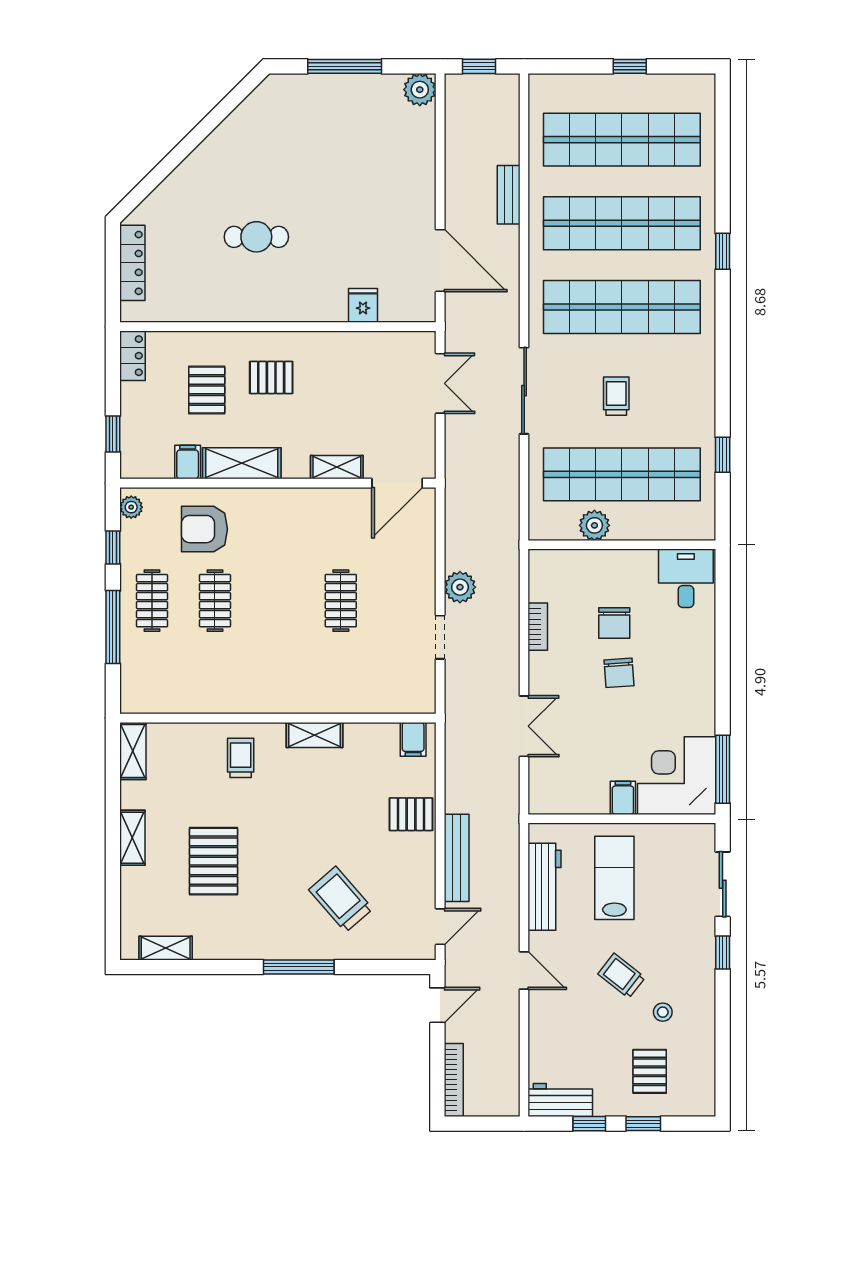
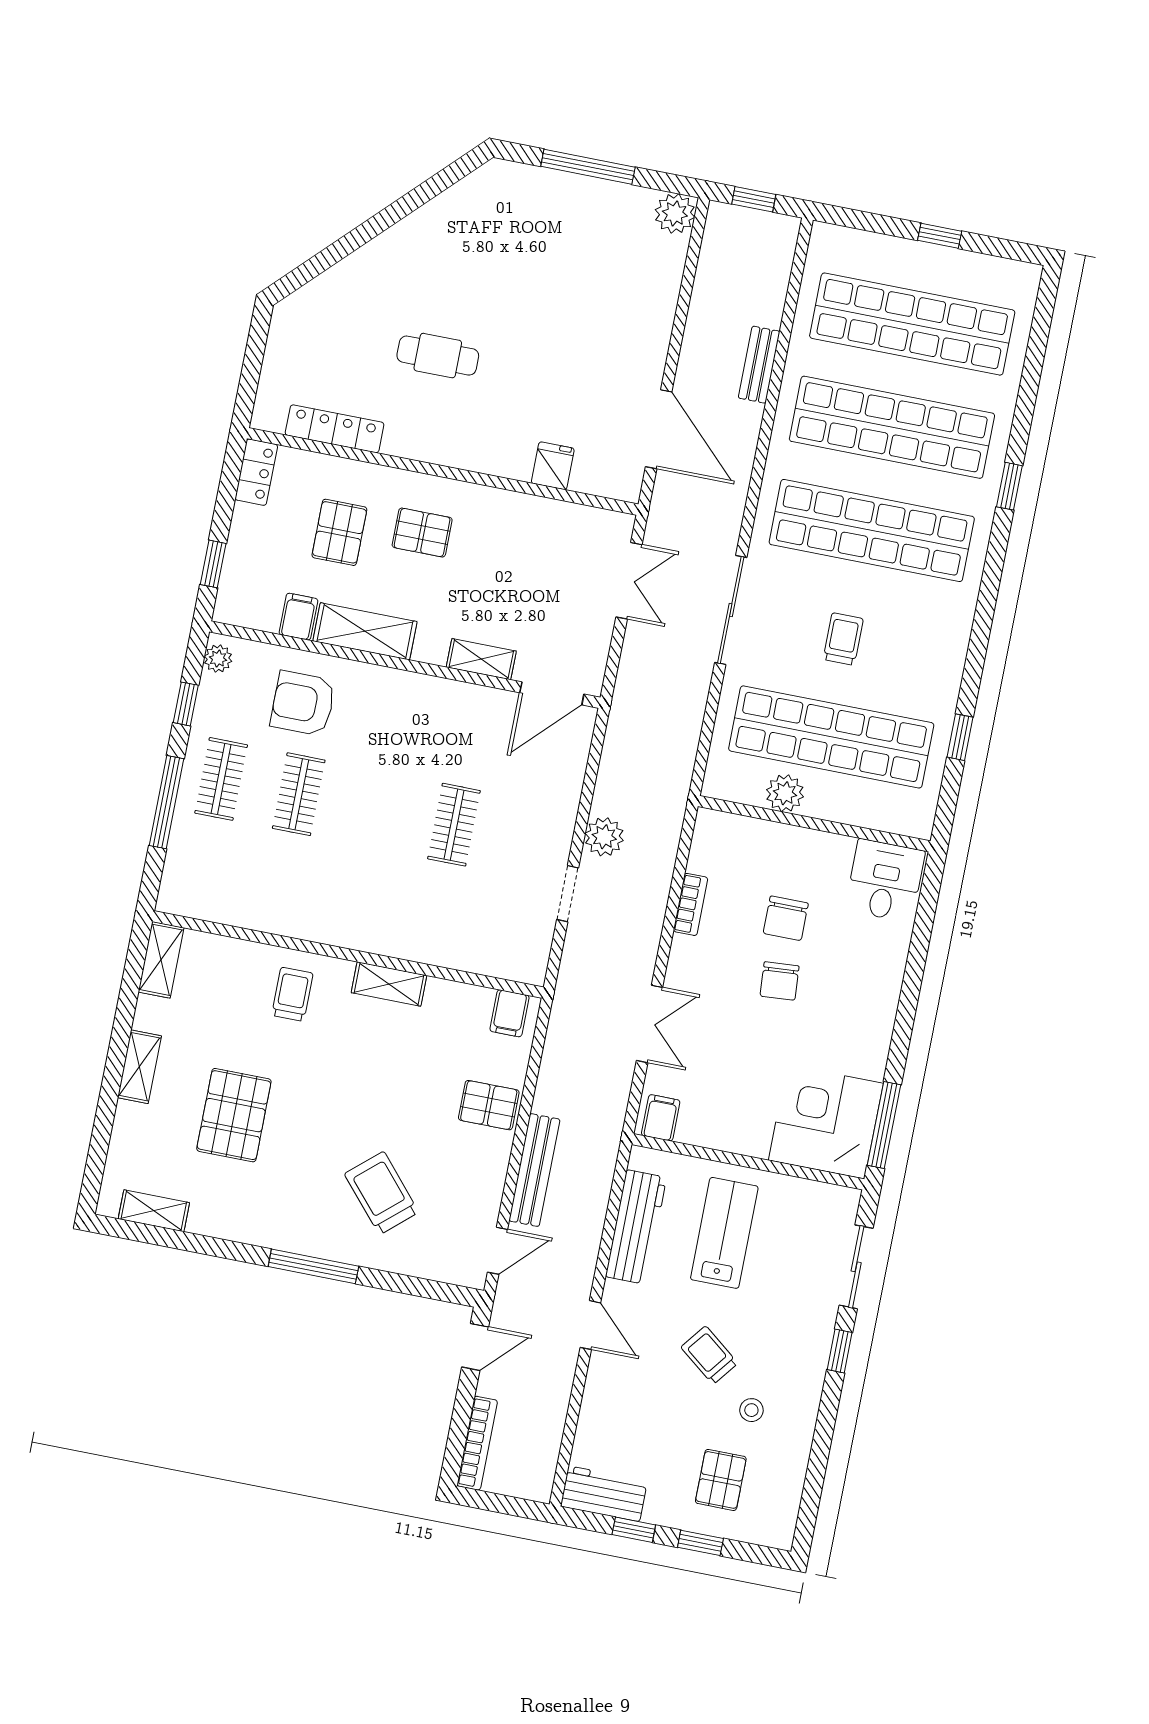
locker: (132, 263) -> (335, 429), moved, turned -90
filing cabinet: (623, 798) -> (661, 1118), moved

